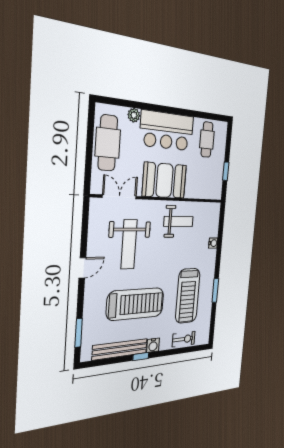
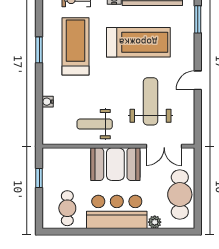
treadmill: (136, 304) -> (138, 42), turned 180

